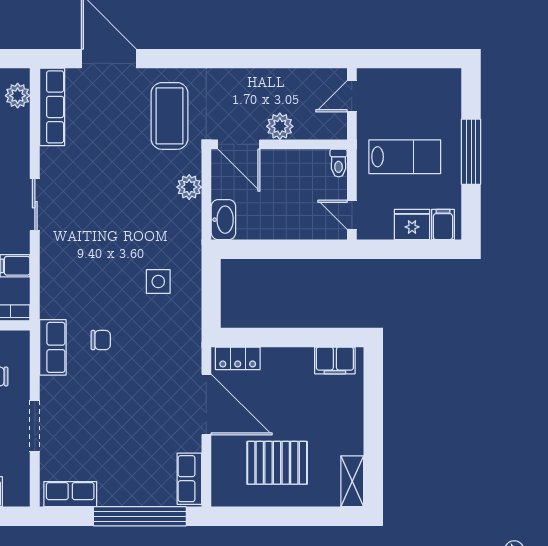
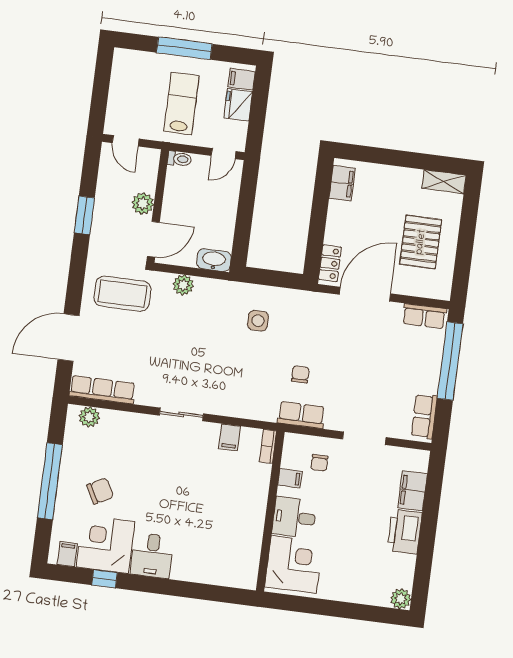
window: (257, 59) -> (84, 215), added

